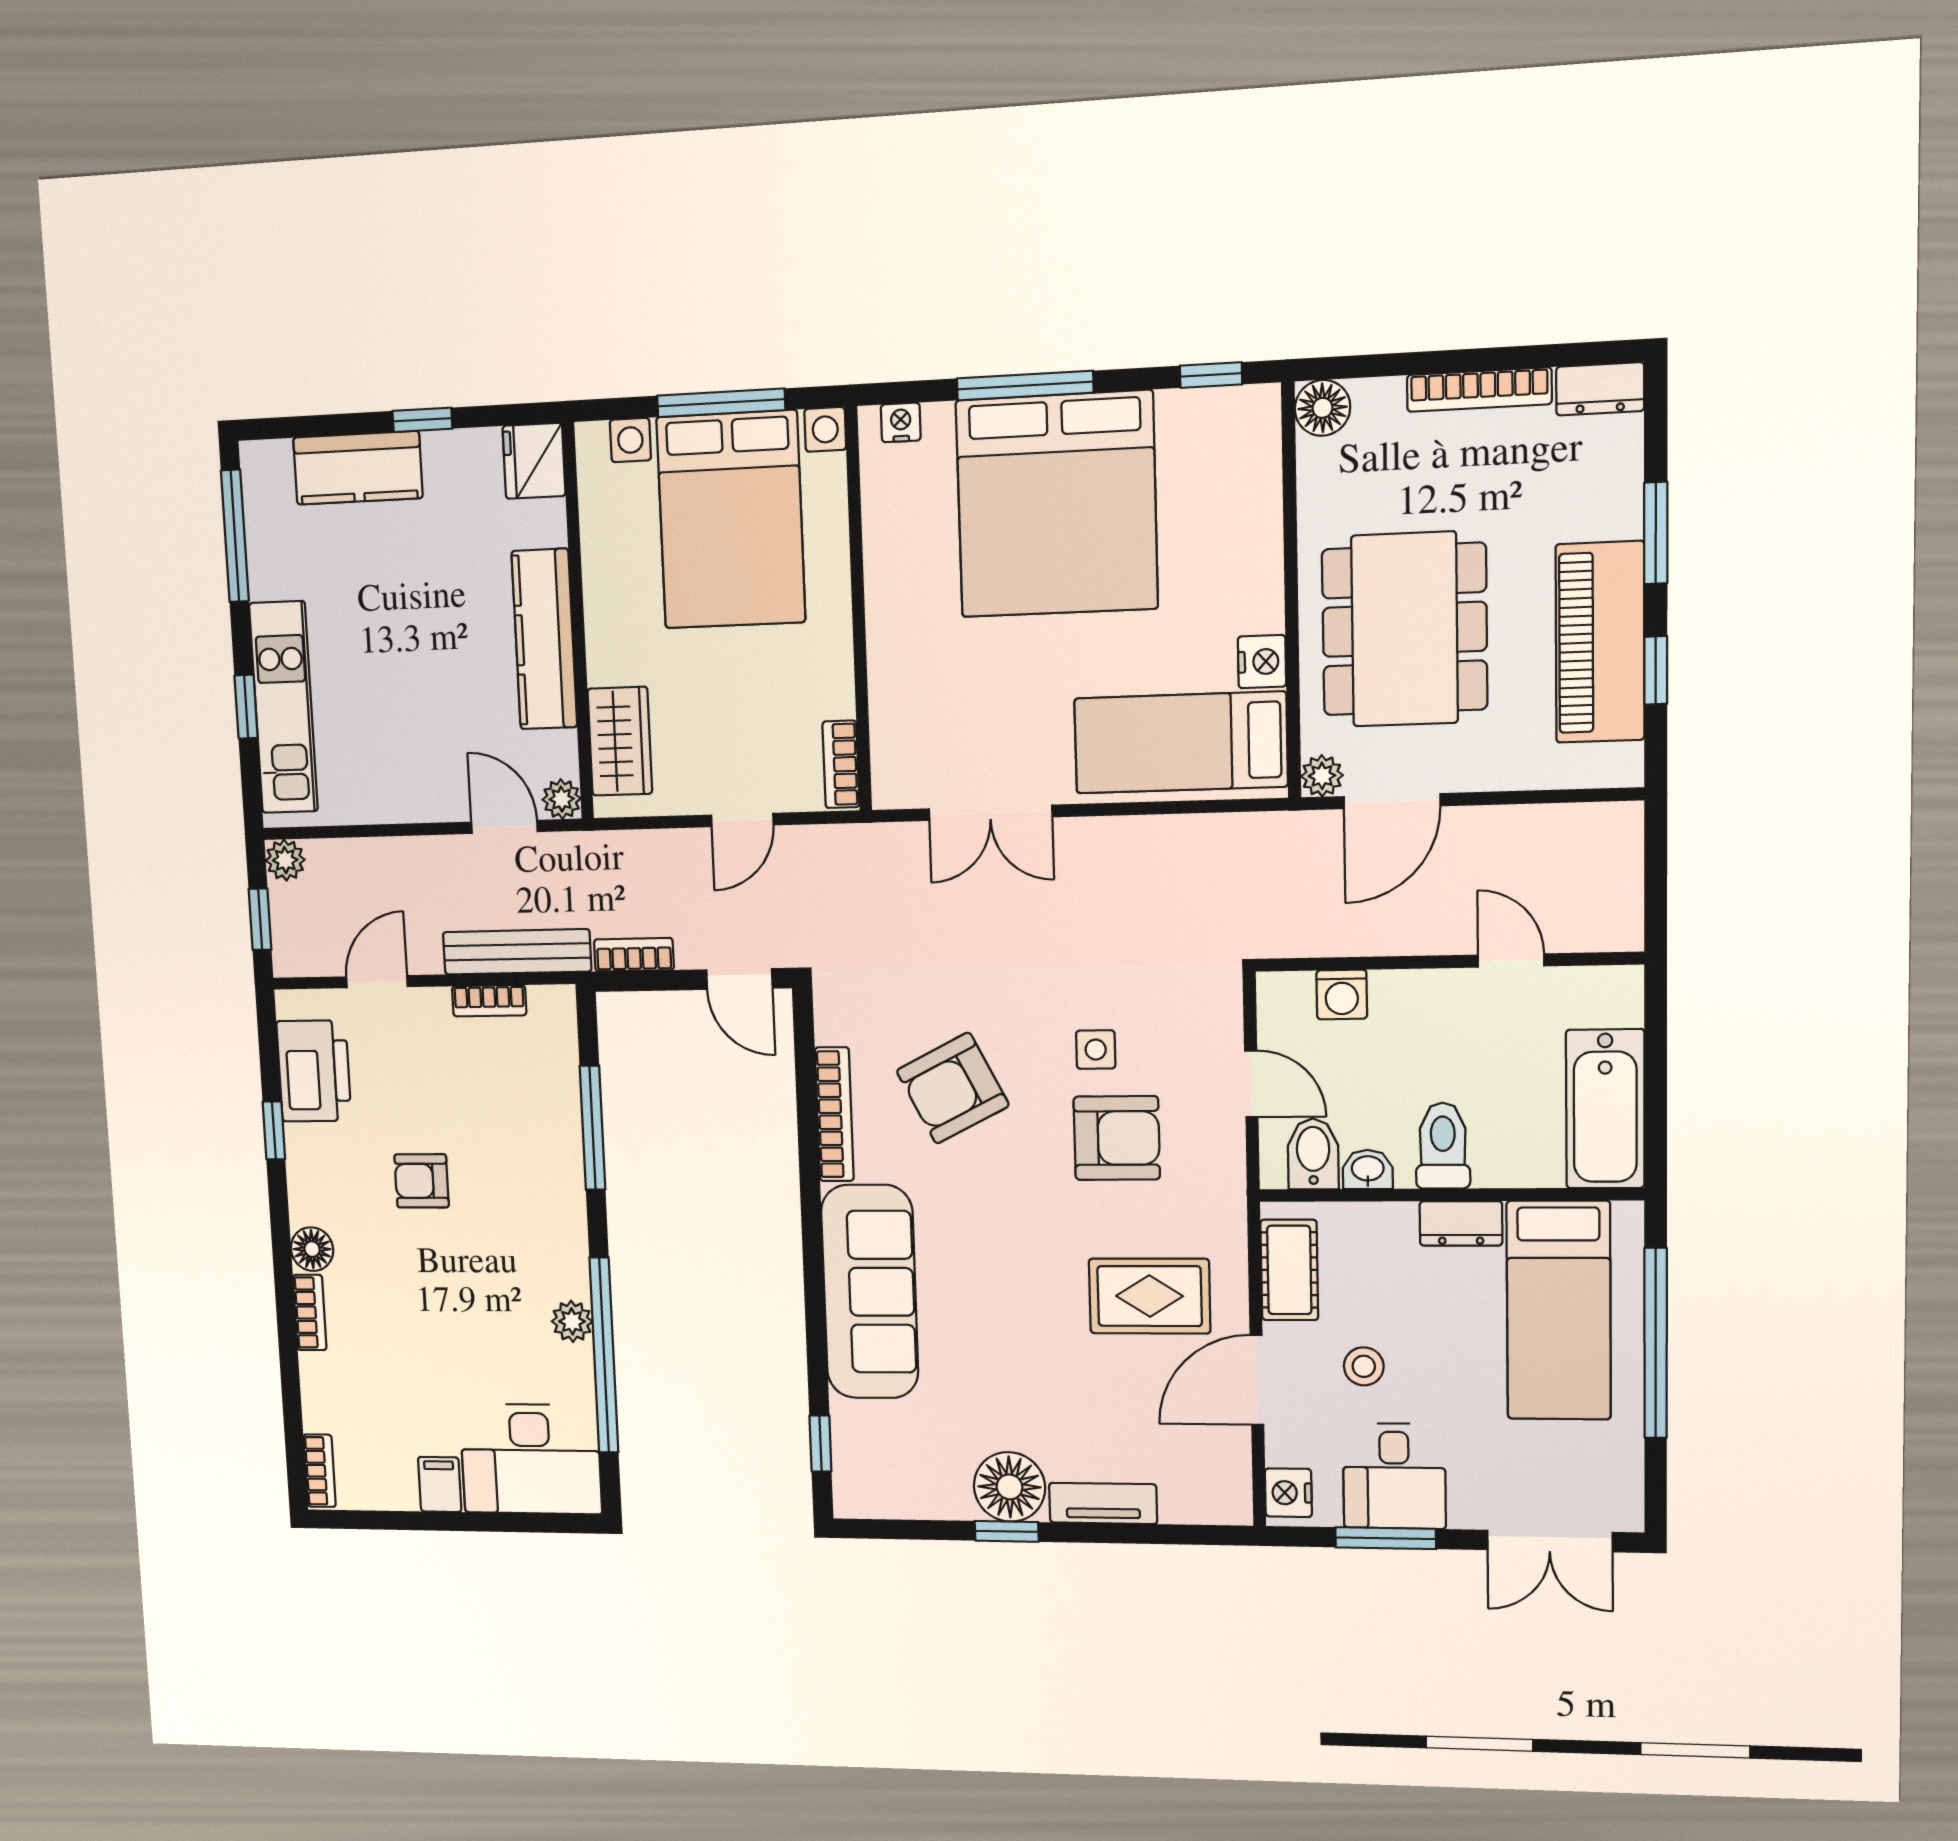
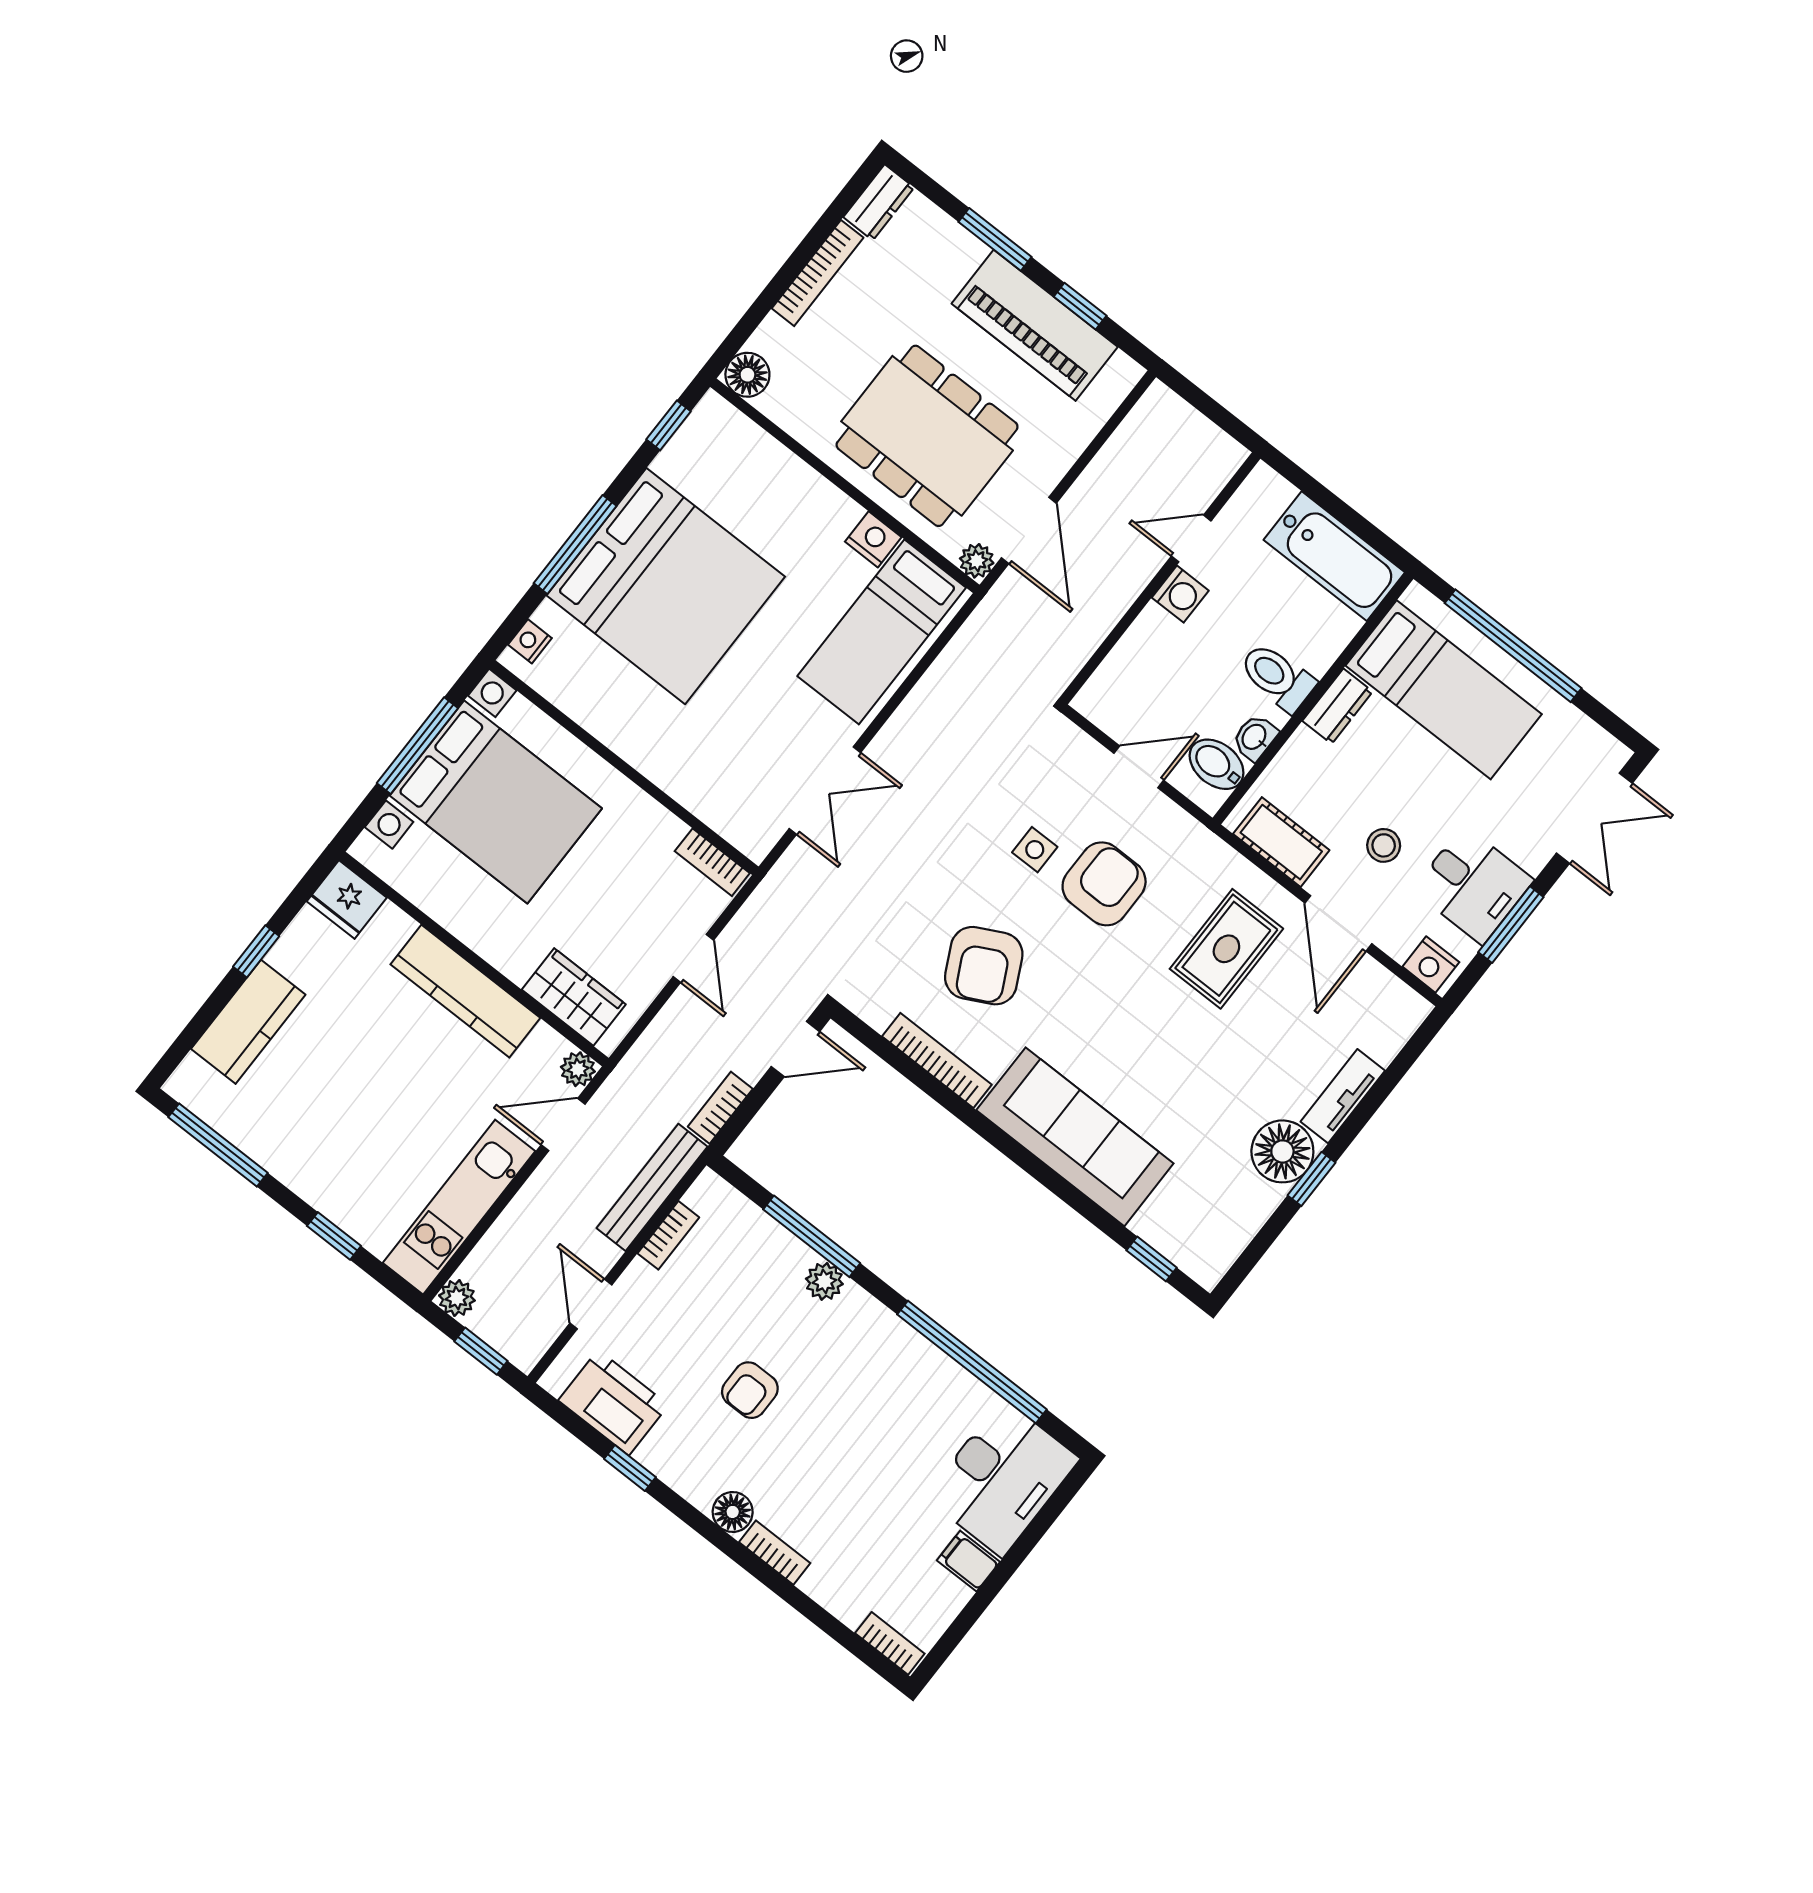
kitchen unit: (284, 707) -> (459, 1207), moved, turned -90
washing machine: (1342, 995) -> (1180, 594), moved
plant: (572, 1321) -> (824, 1281), moved

